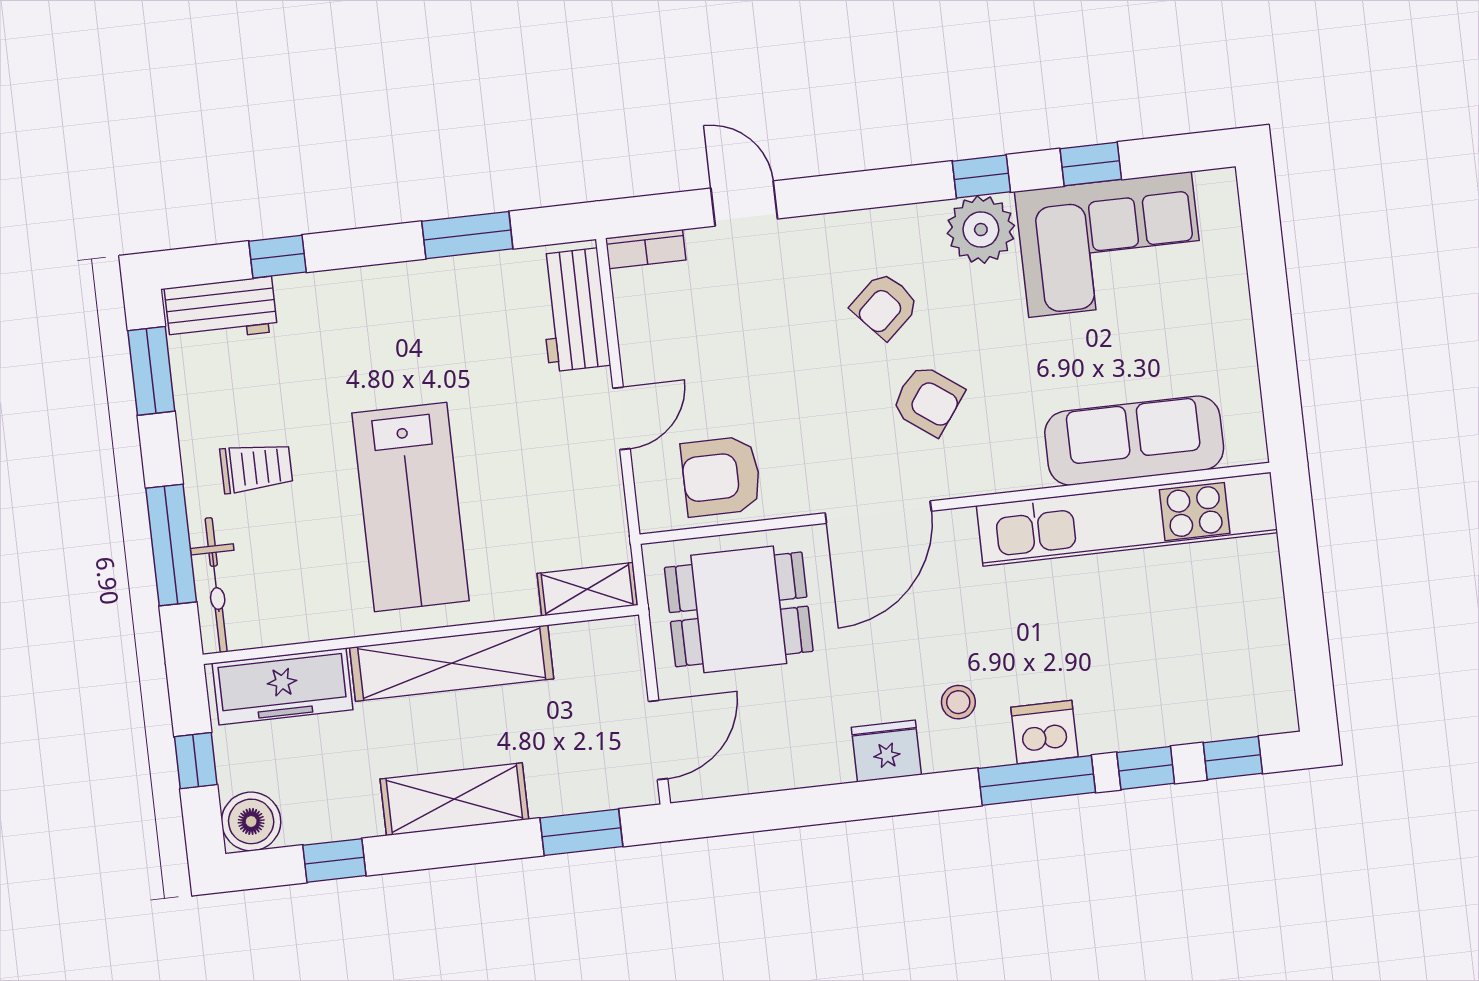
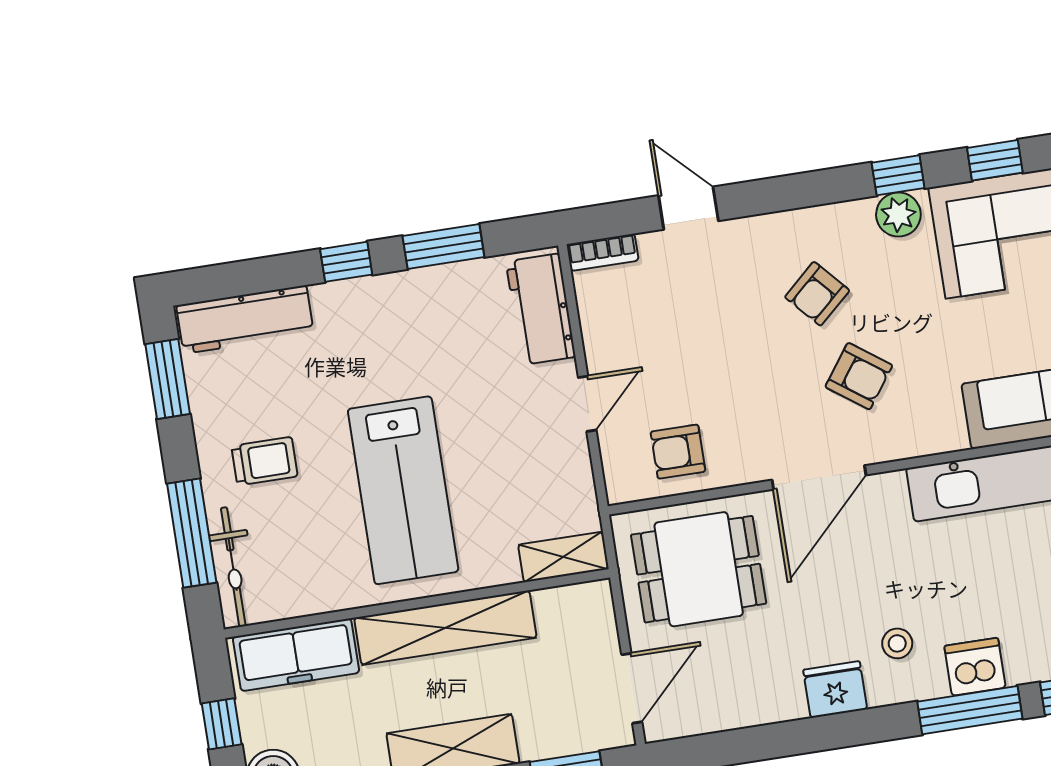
plant: (981, 230) -> (898, 215), width x0.73, depth x0.73
window: (278, 257) -> (346, 262), moved
workbench: (221, 310) -> (245, 320), width x1.38
armchair: (721, 476) -> (678, 452), width x0.72, depth x0.72

